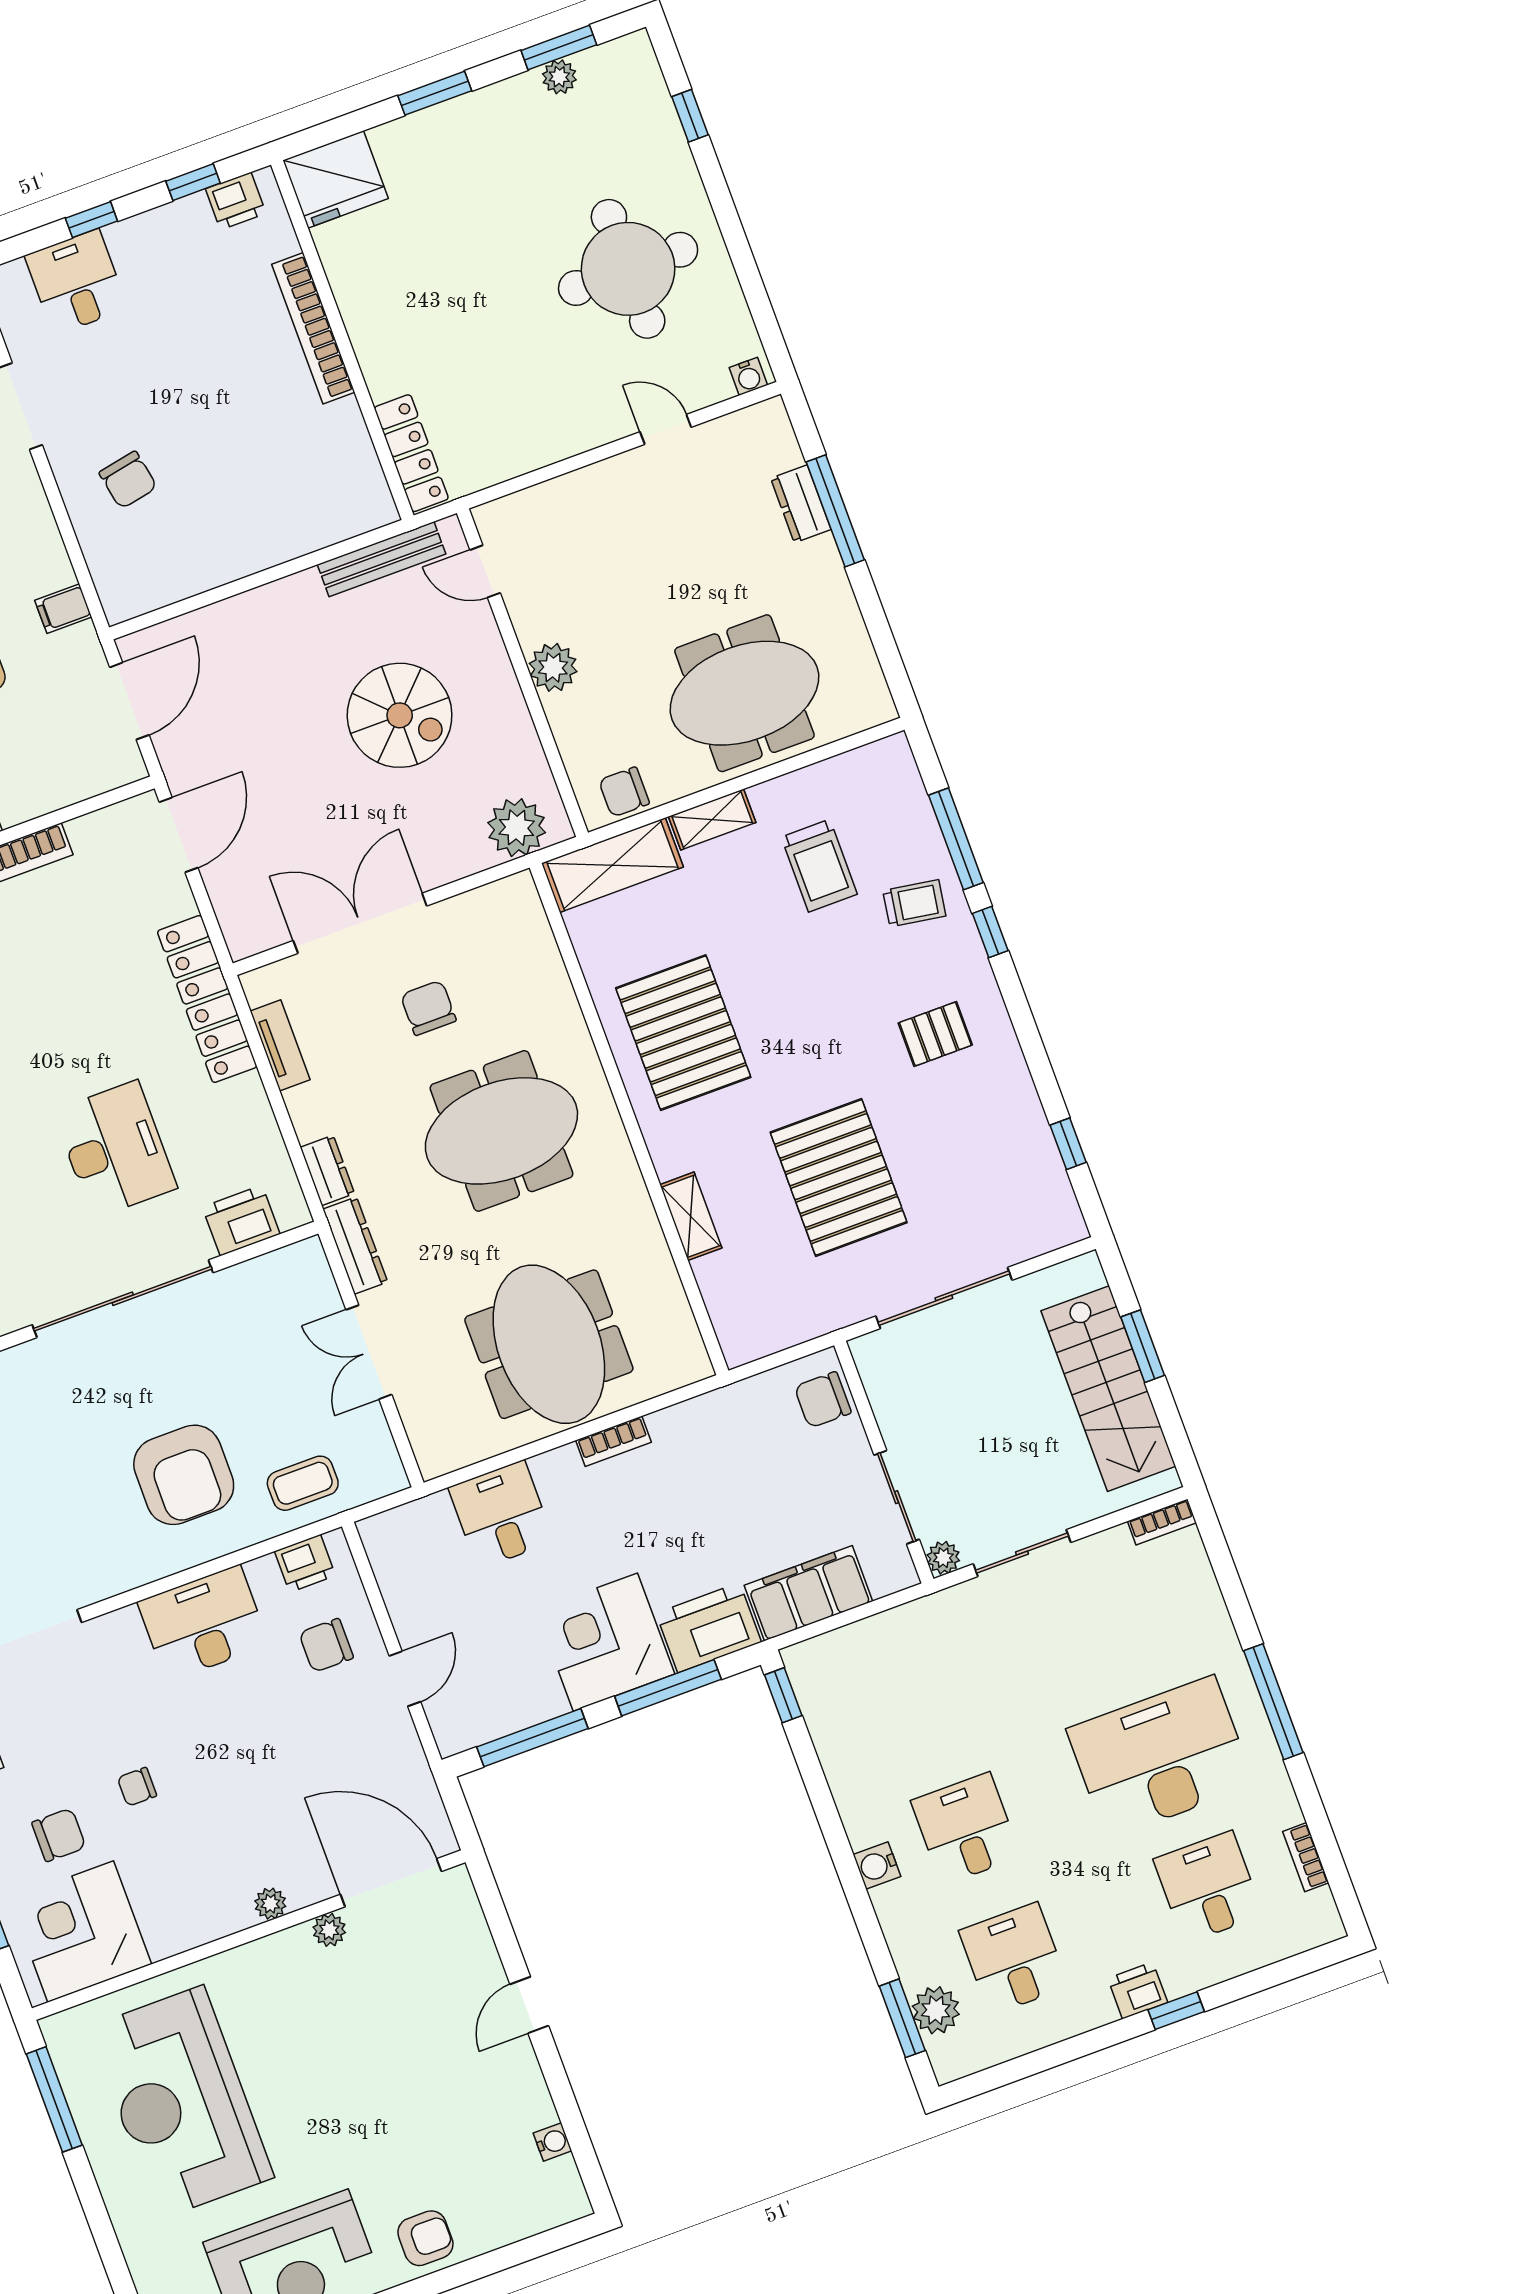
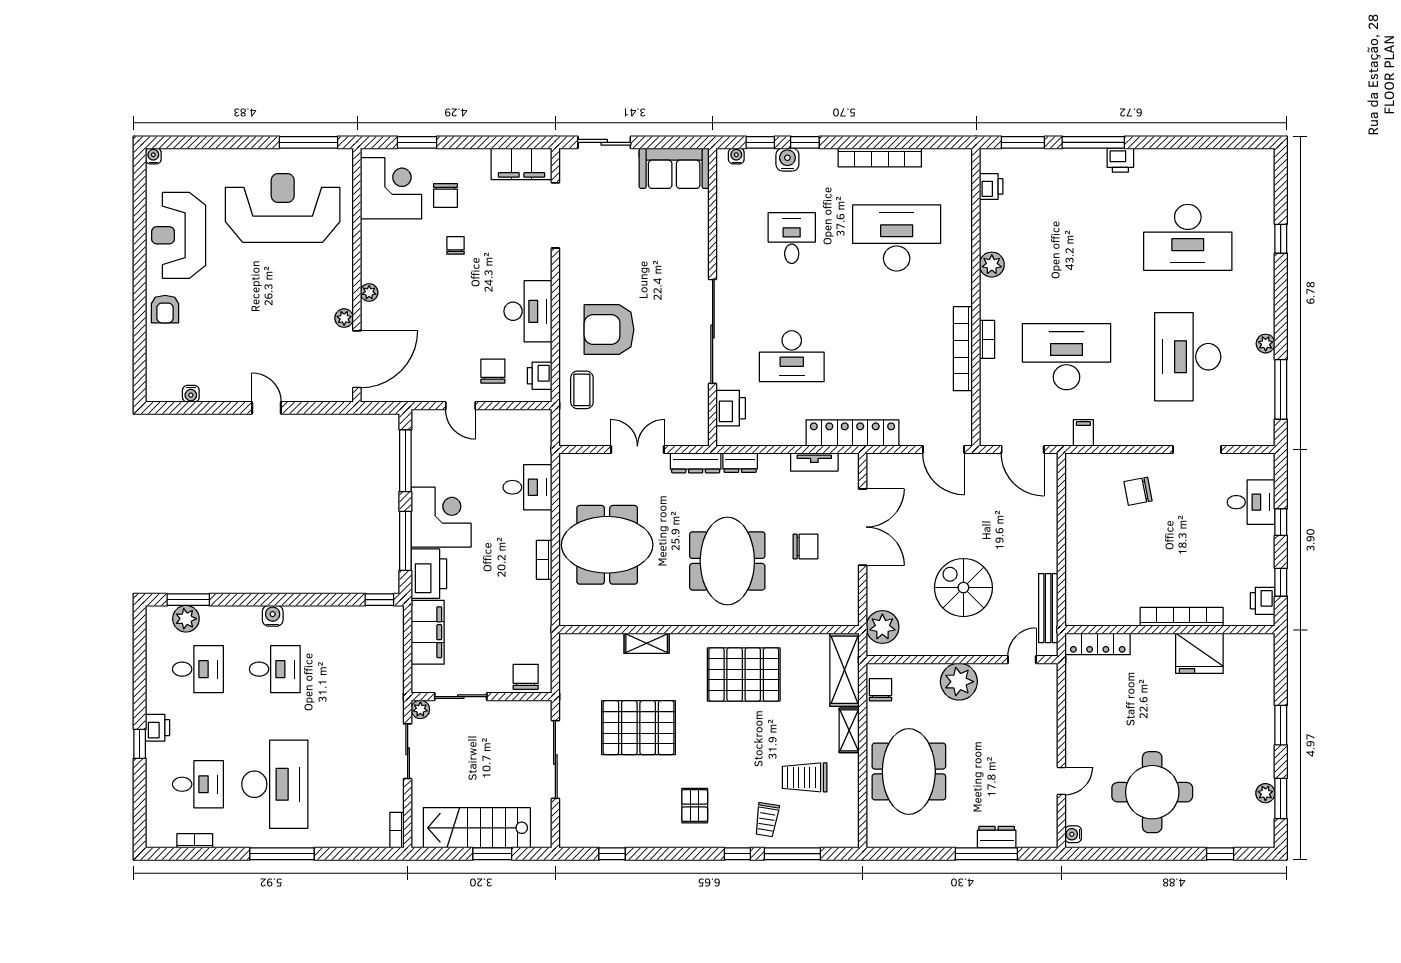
fridge: (336, 179) -> (1199, 653), moved, turned -90
plant: (553, 667) -> (959, 682), width x1.36, depth x1.36
spiral stairs: (400, 715) -> (963, 588), turned 90

